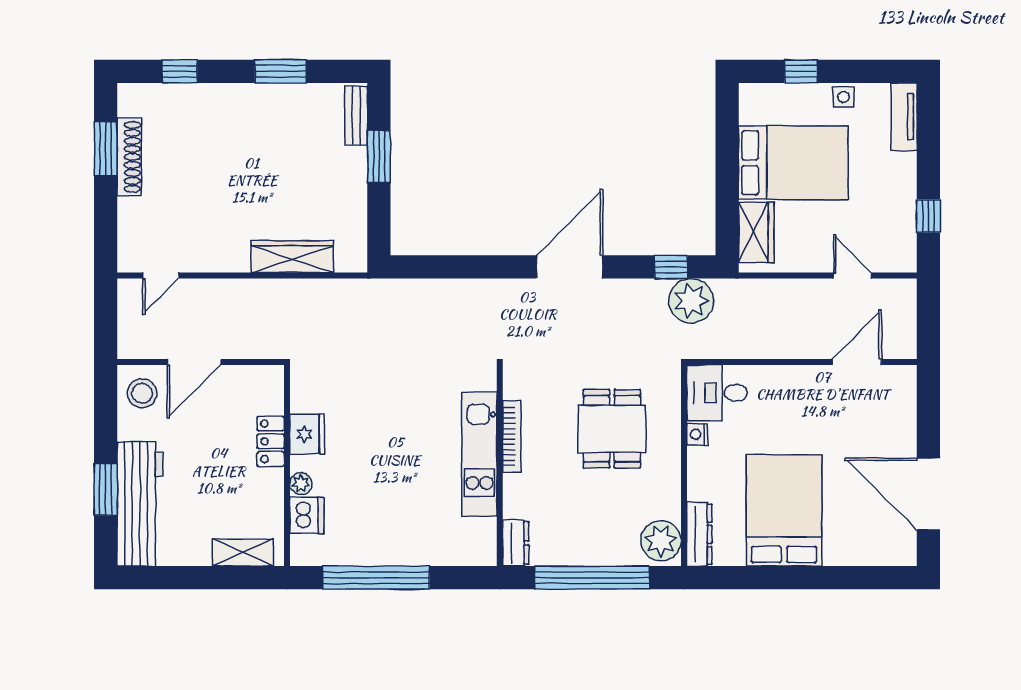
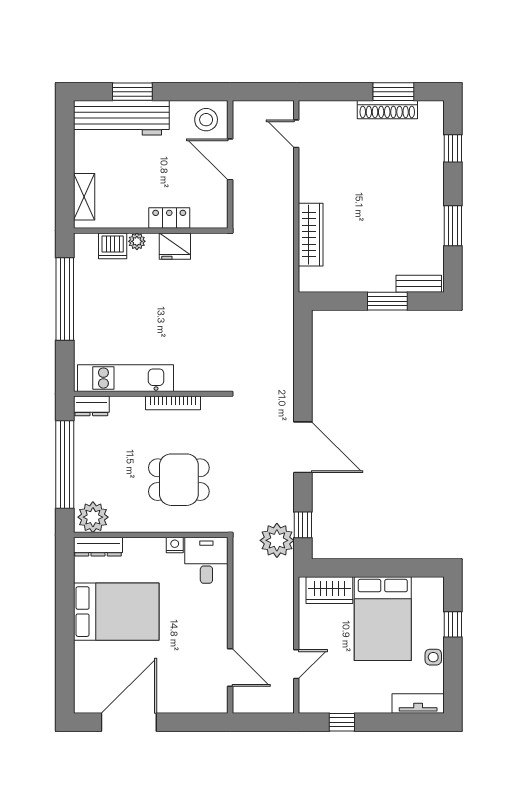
kitchen unit: (479, 454) -> (125, 378), moved

